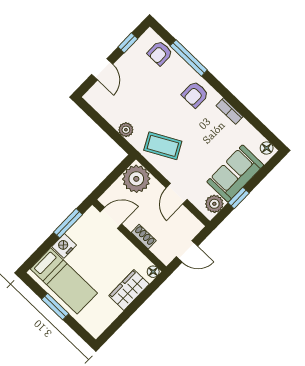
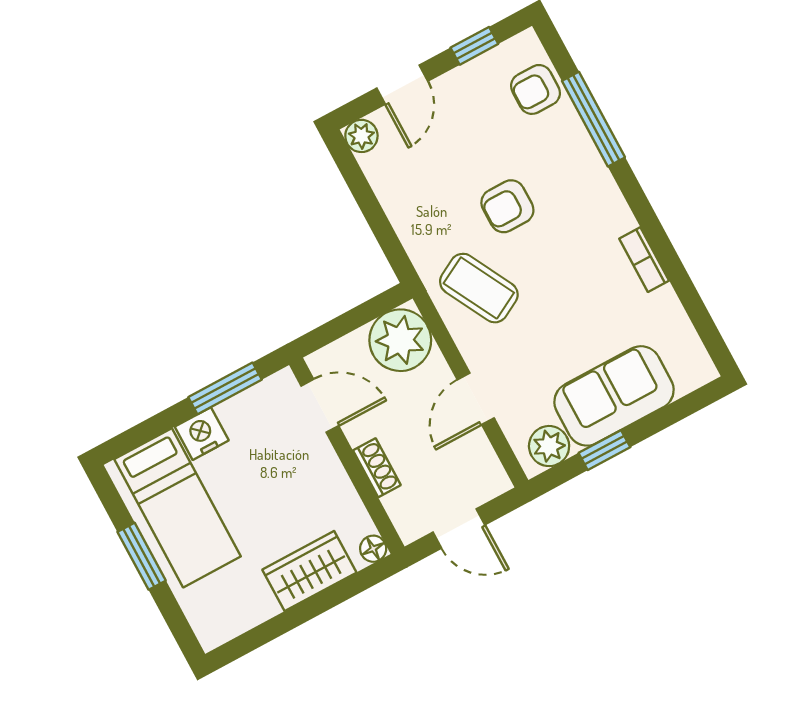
armchair: (195, 94) -> (507, 206), moved
plant: (126, 130) -> (361, 136), moved
floor lamp: (267, 148) -> (698, 363), removed

